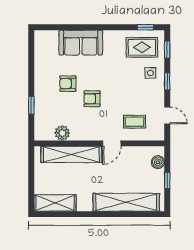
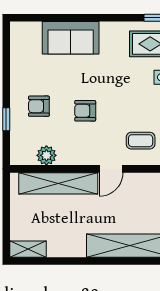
armchair: (68, 84) -> (39, 106), moved
shelving: (55, 203) -> (28, 249), width x0.67, depth x0.75

